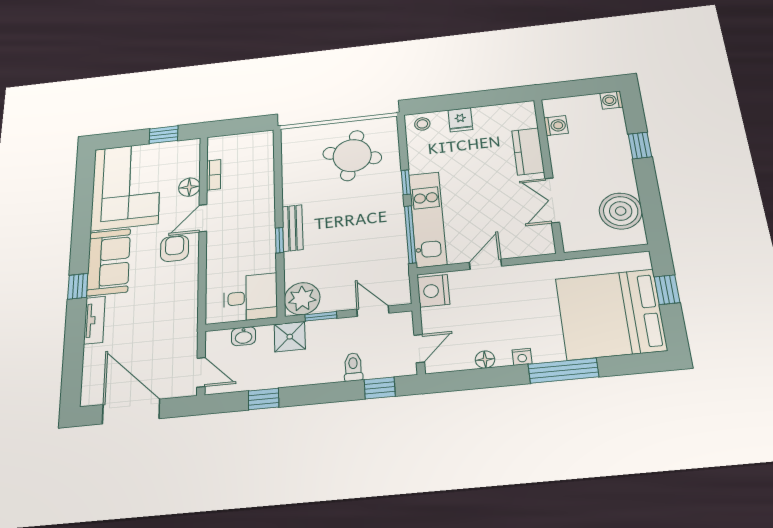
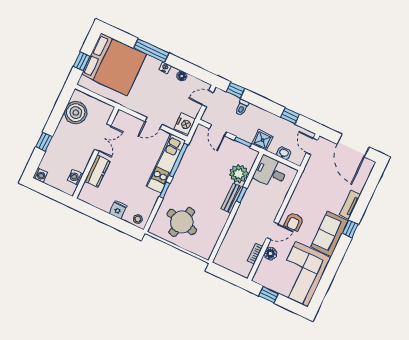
plant: (302, 299) -> (239, 174), moved

